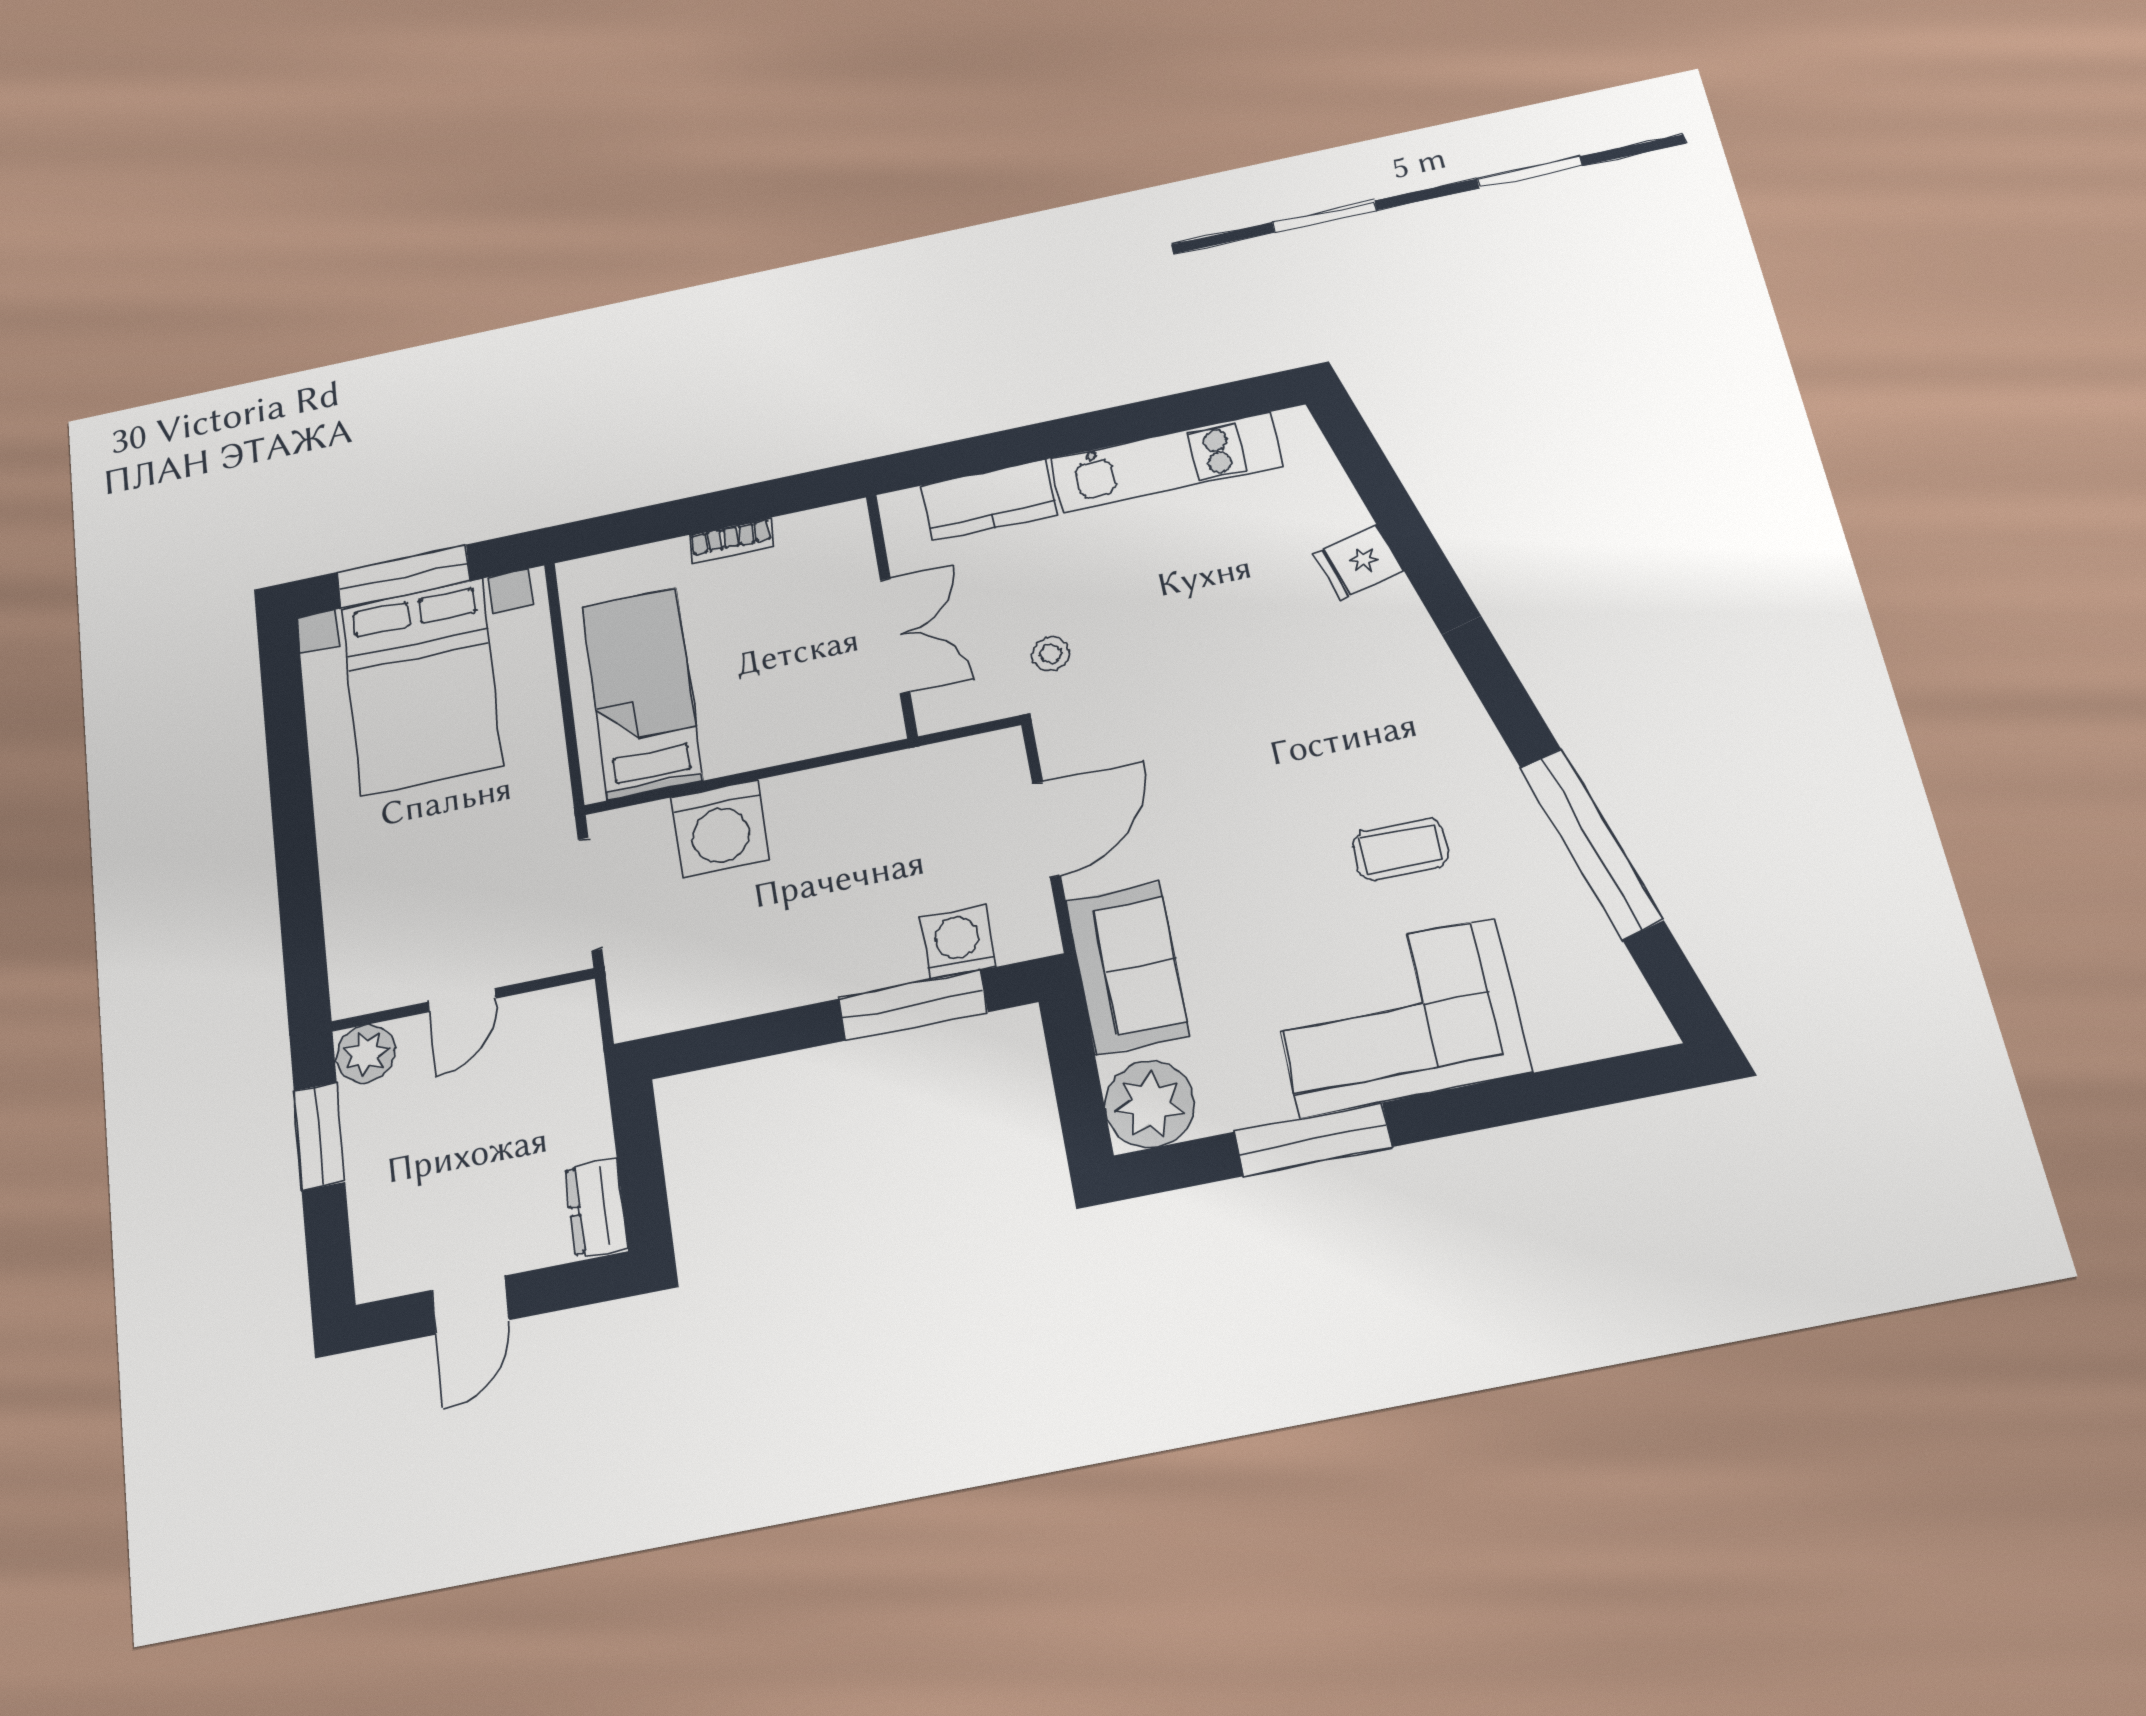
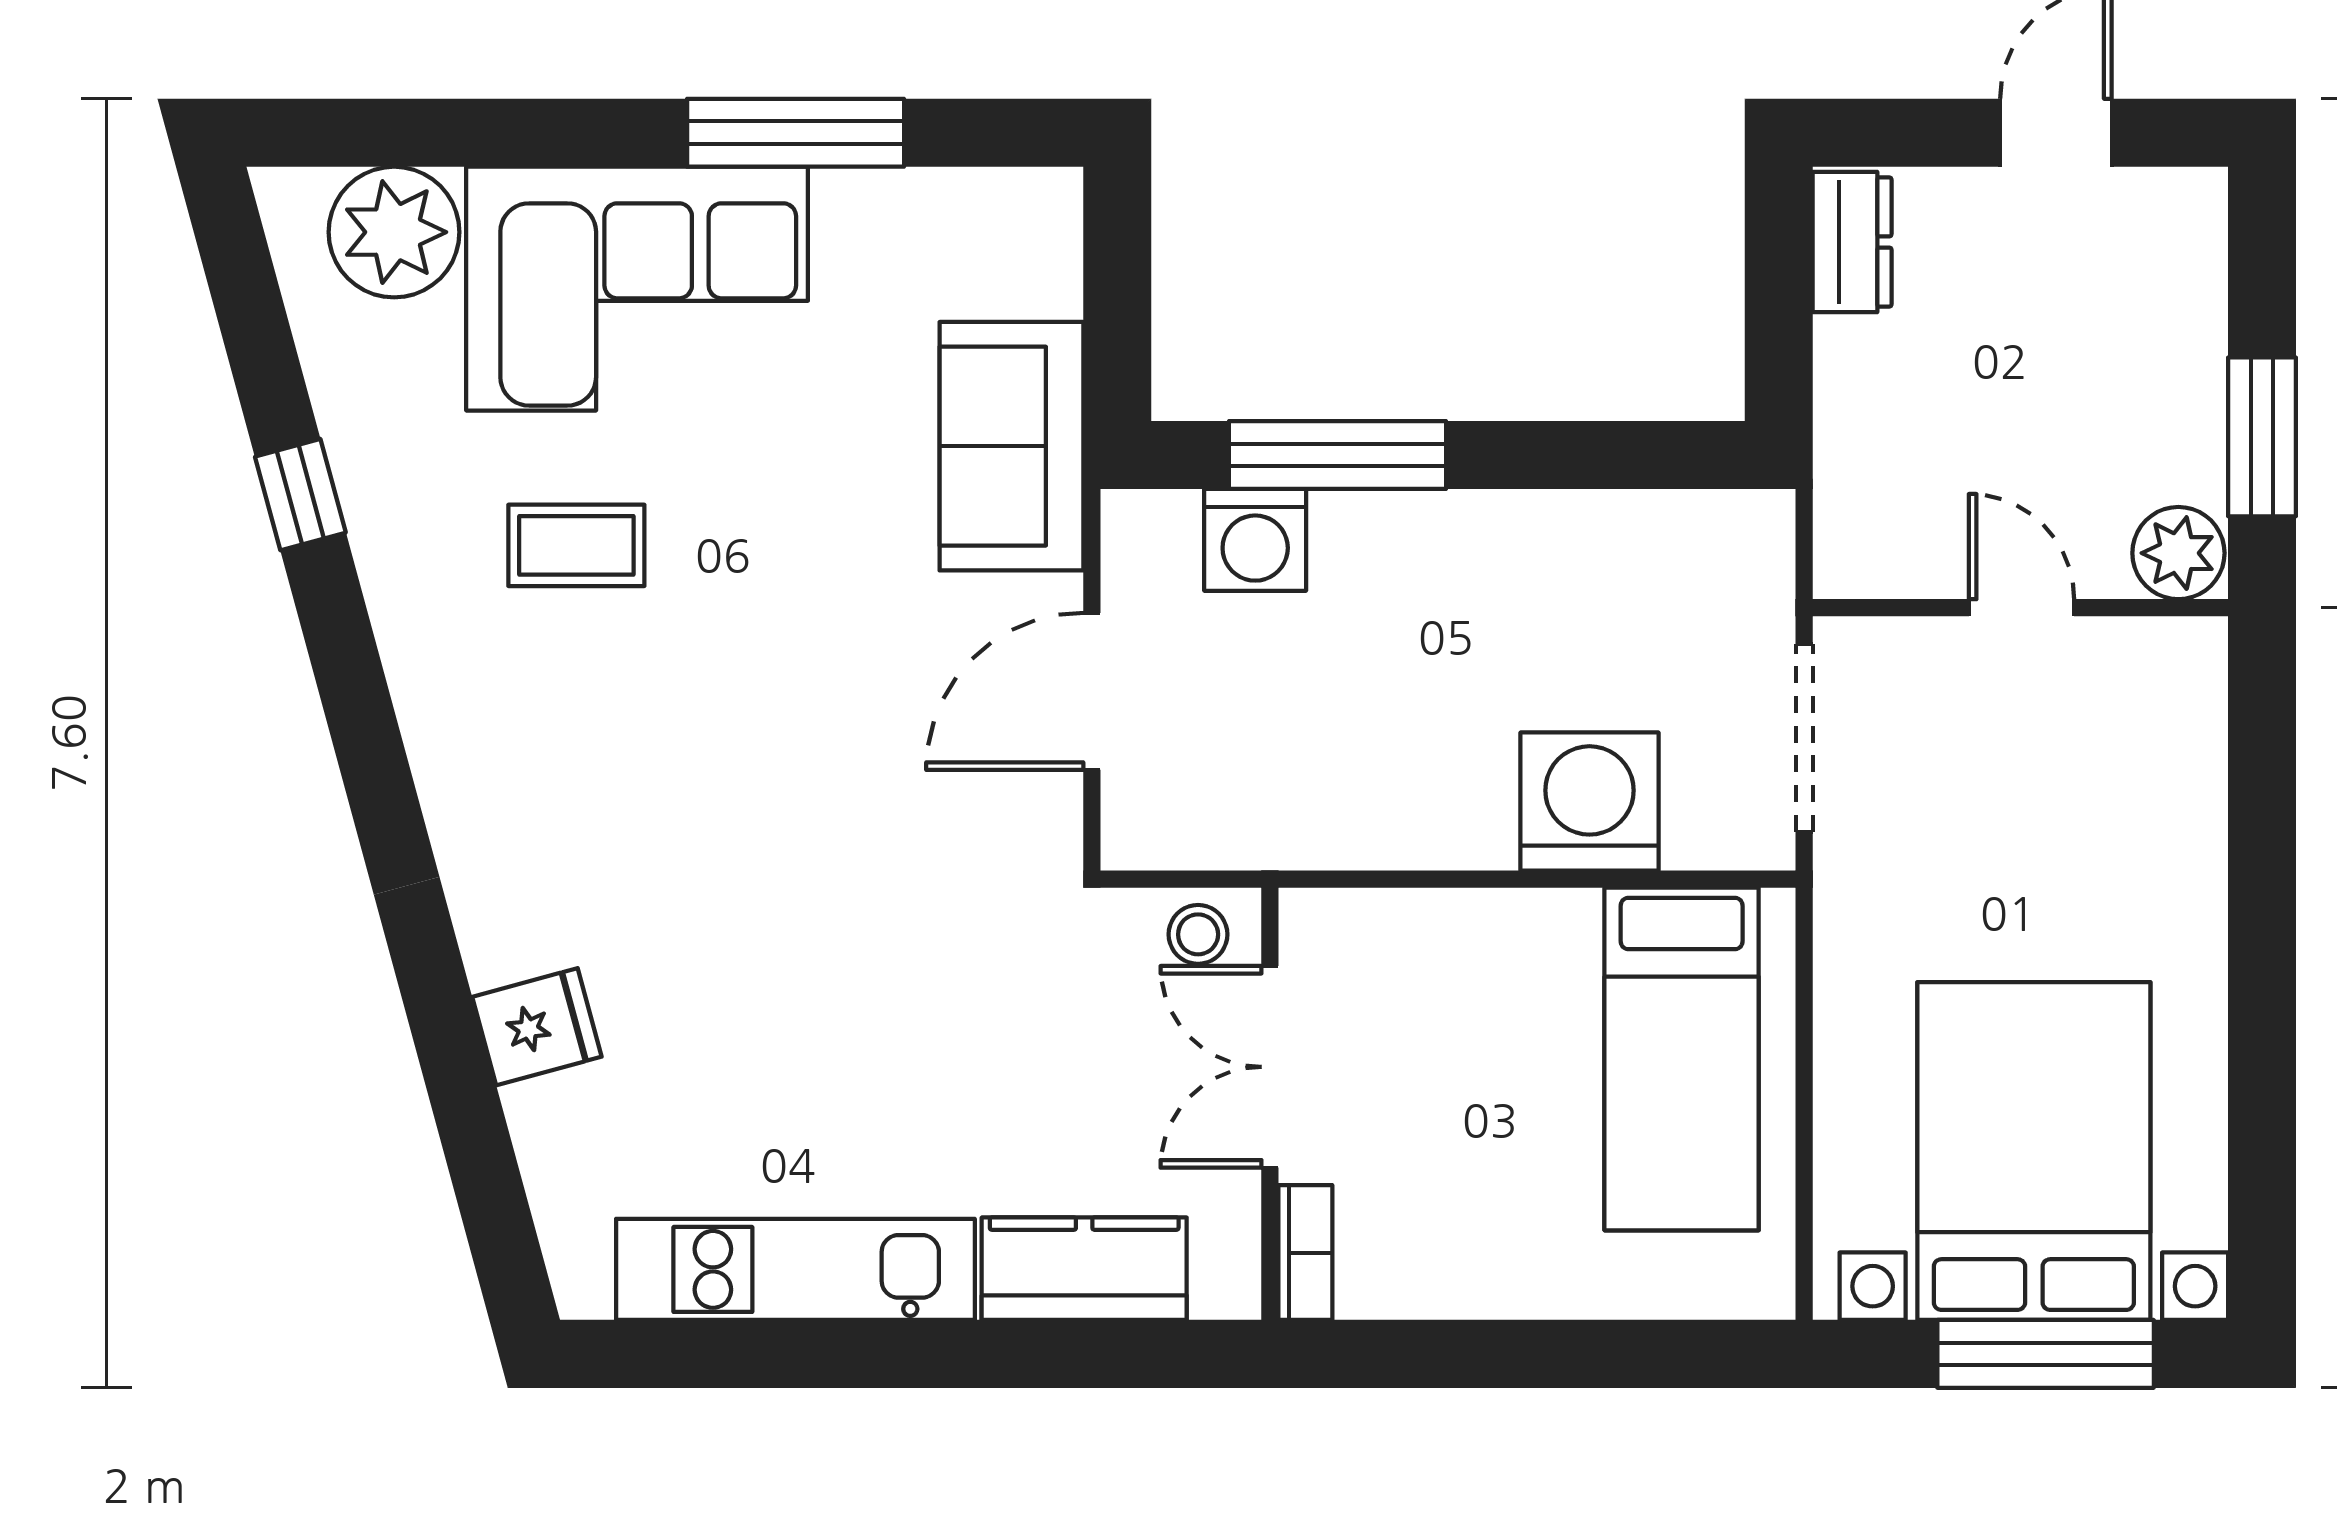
bookcase: (731, 541) -> (1305, 1253), moved, turned 90
stool: (1051, 654) -> (1198, 934), moved
window: (1591, 843) -> (300, 495), width x0.32
door: (462, 1000) -> (2021, 608), hinge flipped
plant: (1150, 1104) -> (394, 232), moved

